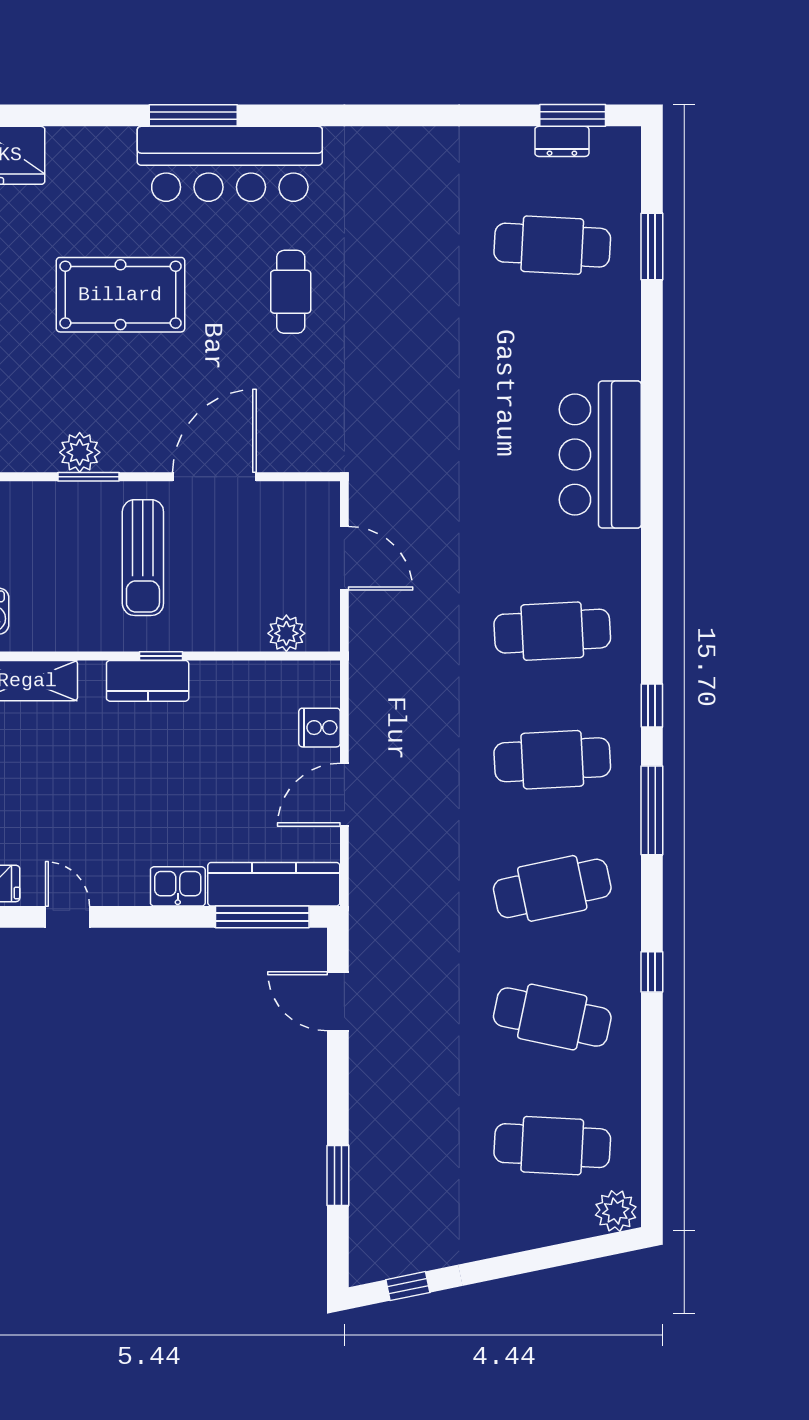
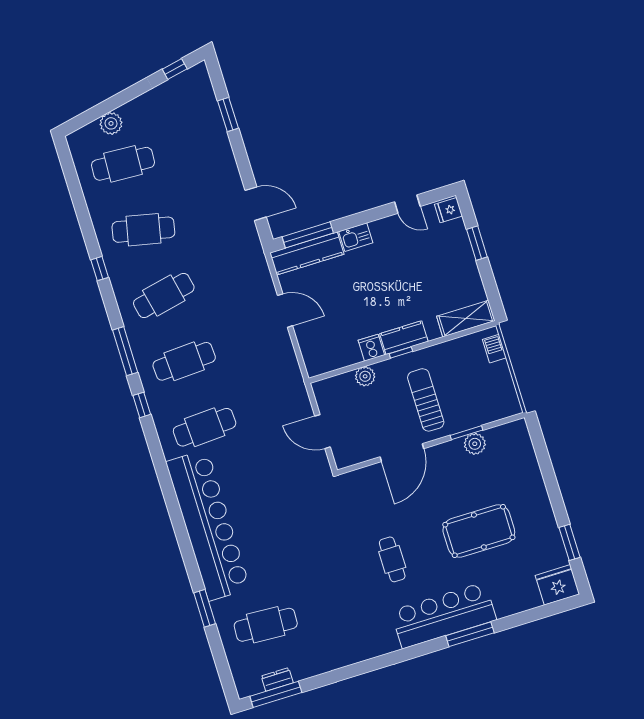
window: (573, 115) -> (276, 694), width x1.44
window: (652, 246) -> (205, 608), moved
bar counter: (600, 455) -> (208, 525), width x1.86
plant: (286, 633) -> (365, 376), moved
cooker: (319, 728) -> (371, 348), moved, turned -90
door: (344, 795) -> (285, 311), hinge flipped
plant: (616, 1211) -> (111, 123), moved

